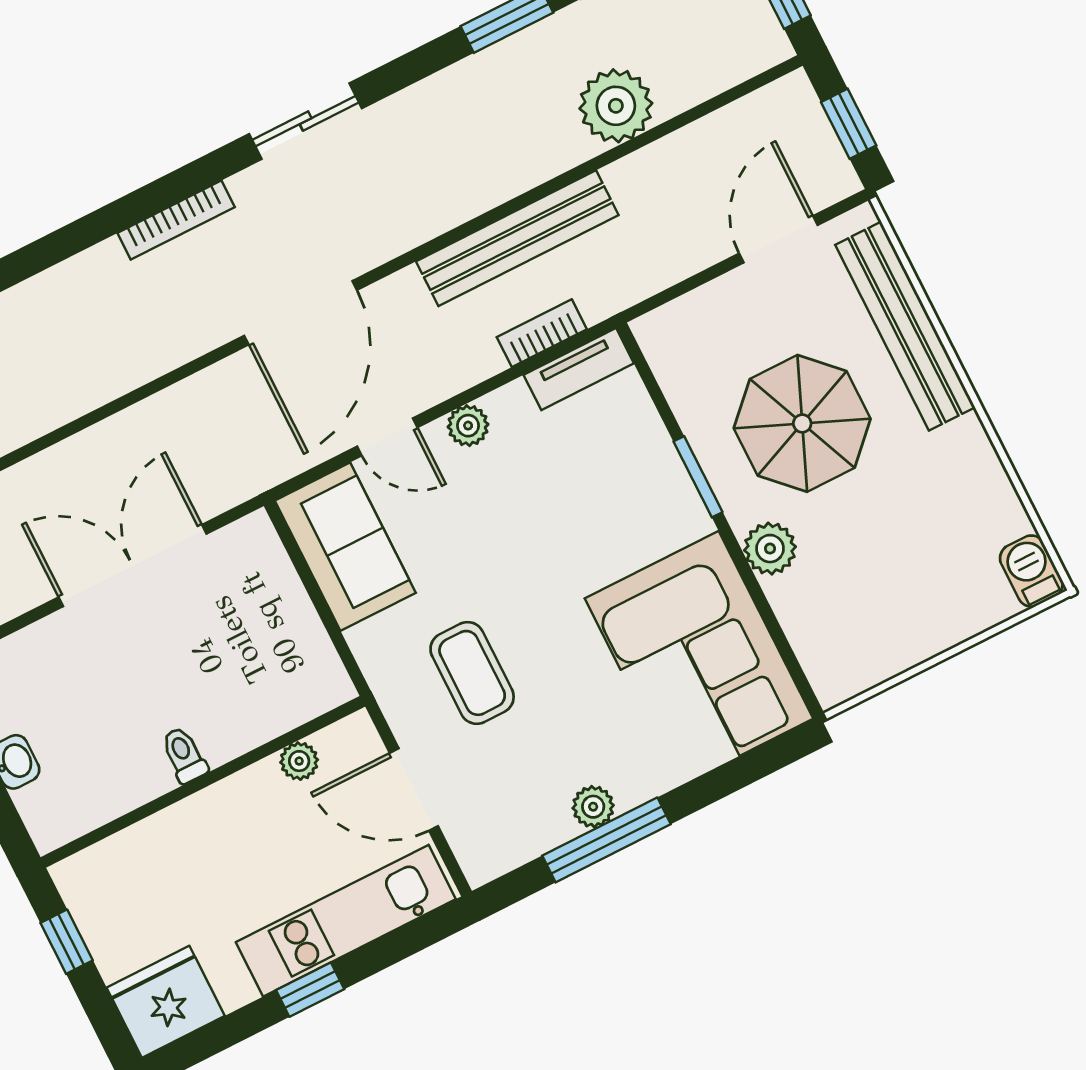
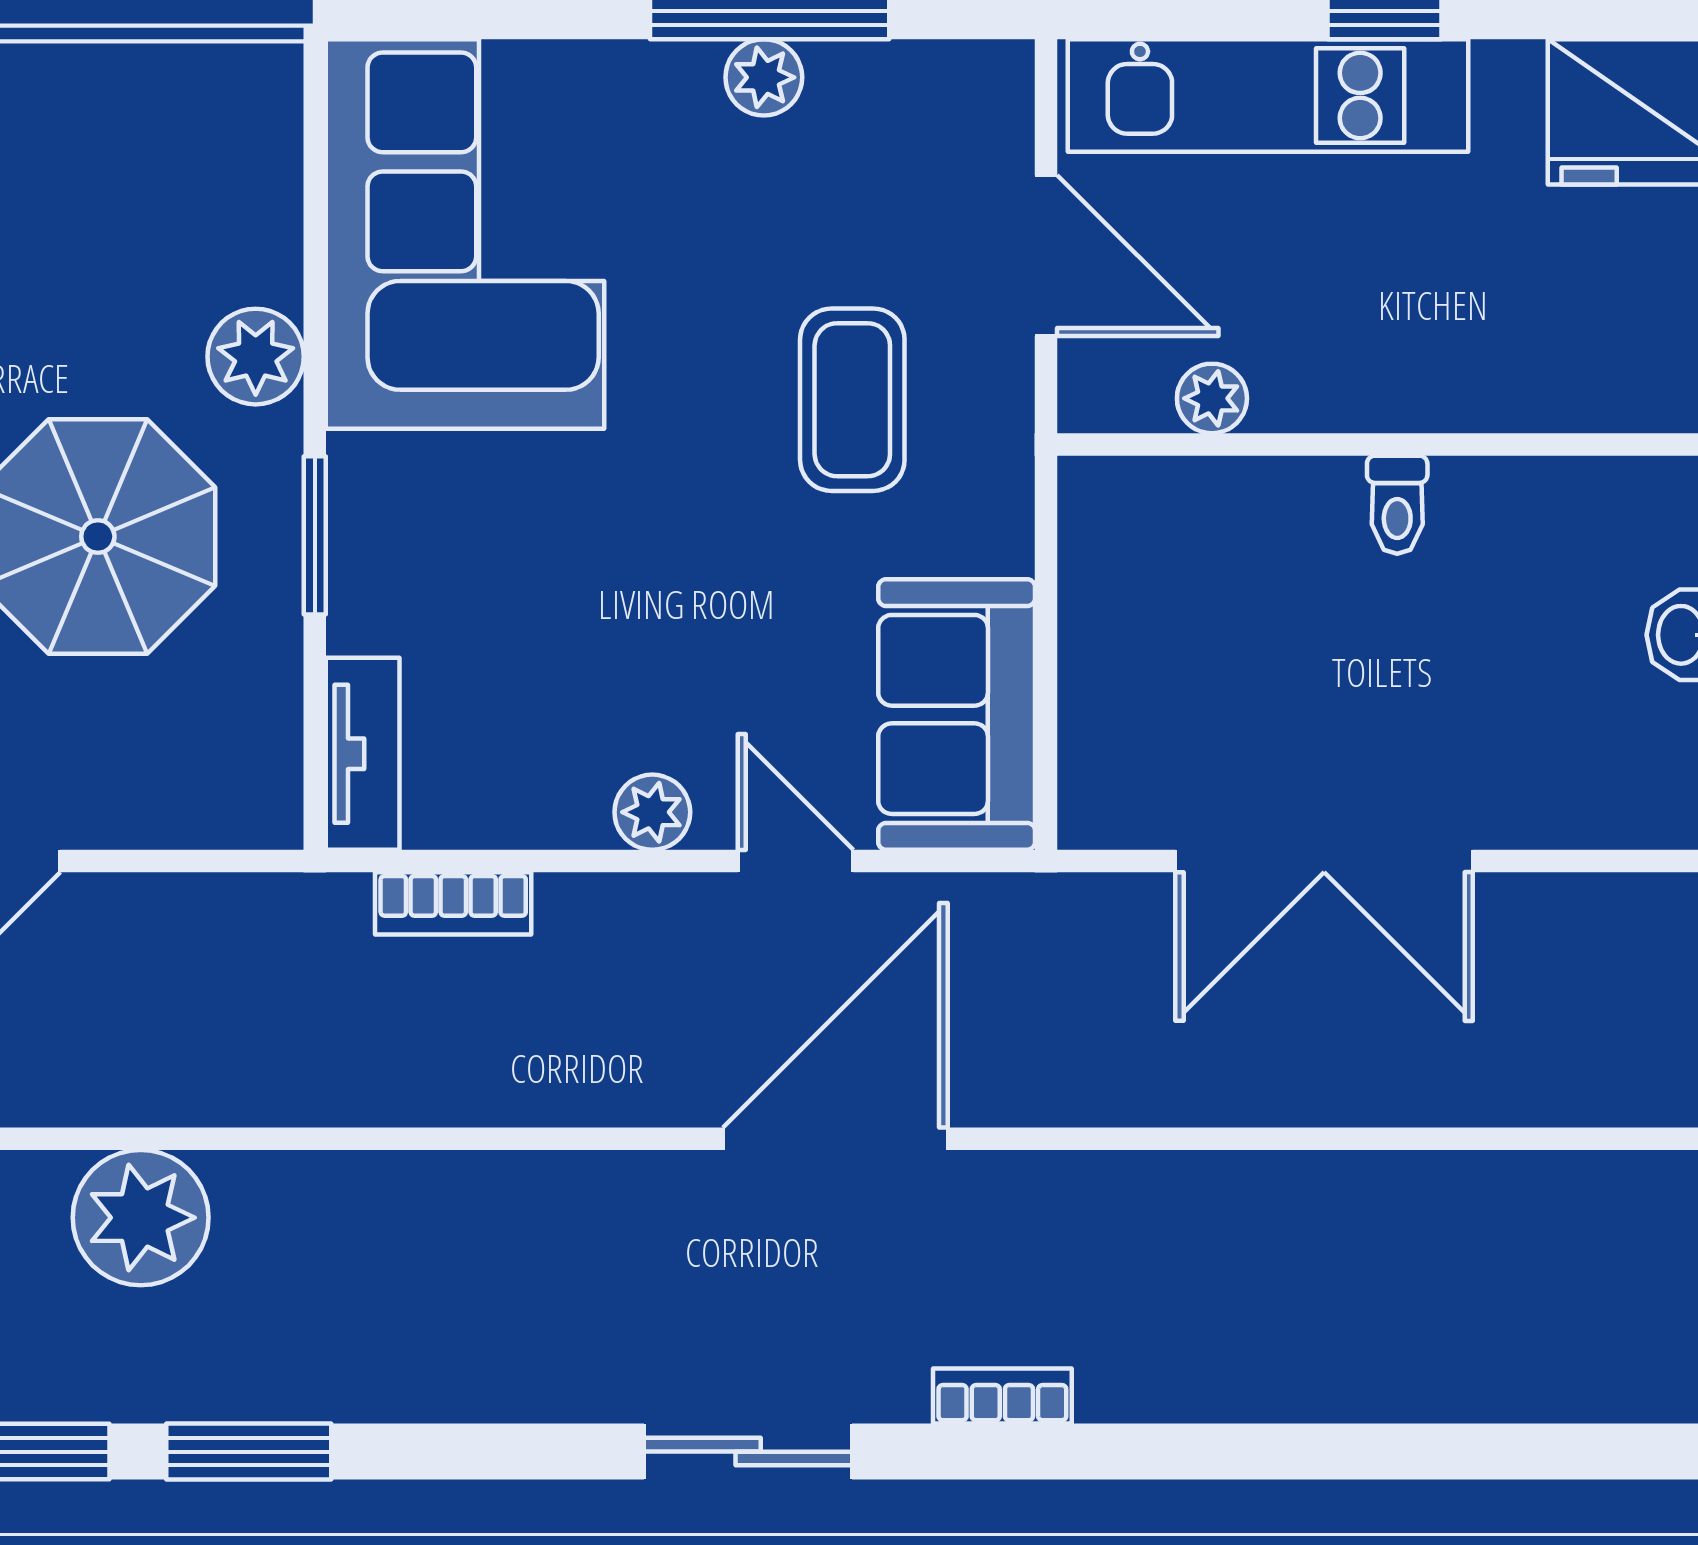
sliding door: (306, 121) -> (748, 1452), moved
bookcase: (176, 220) -> (1002, 1396), width x0.64
bench: (517, 238) -> (414, 1081), removed
tv unit: (579, 369) -> (363, 754), moved, turned 90

